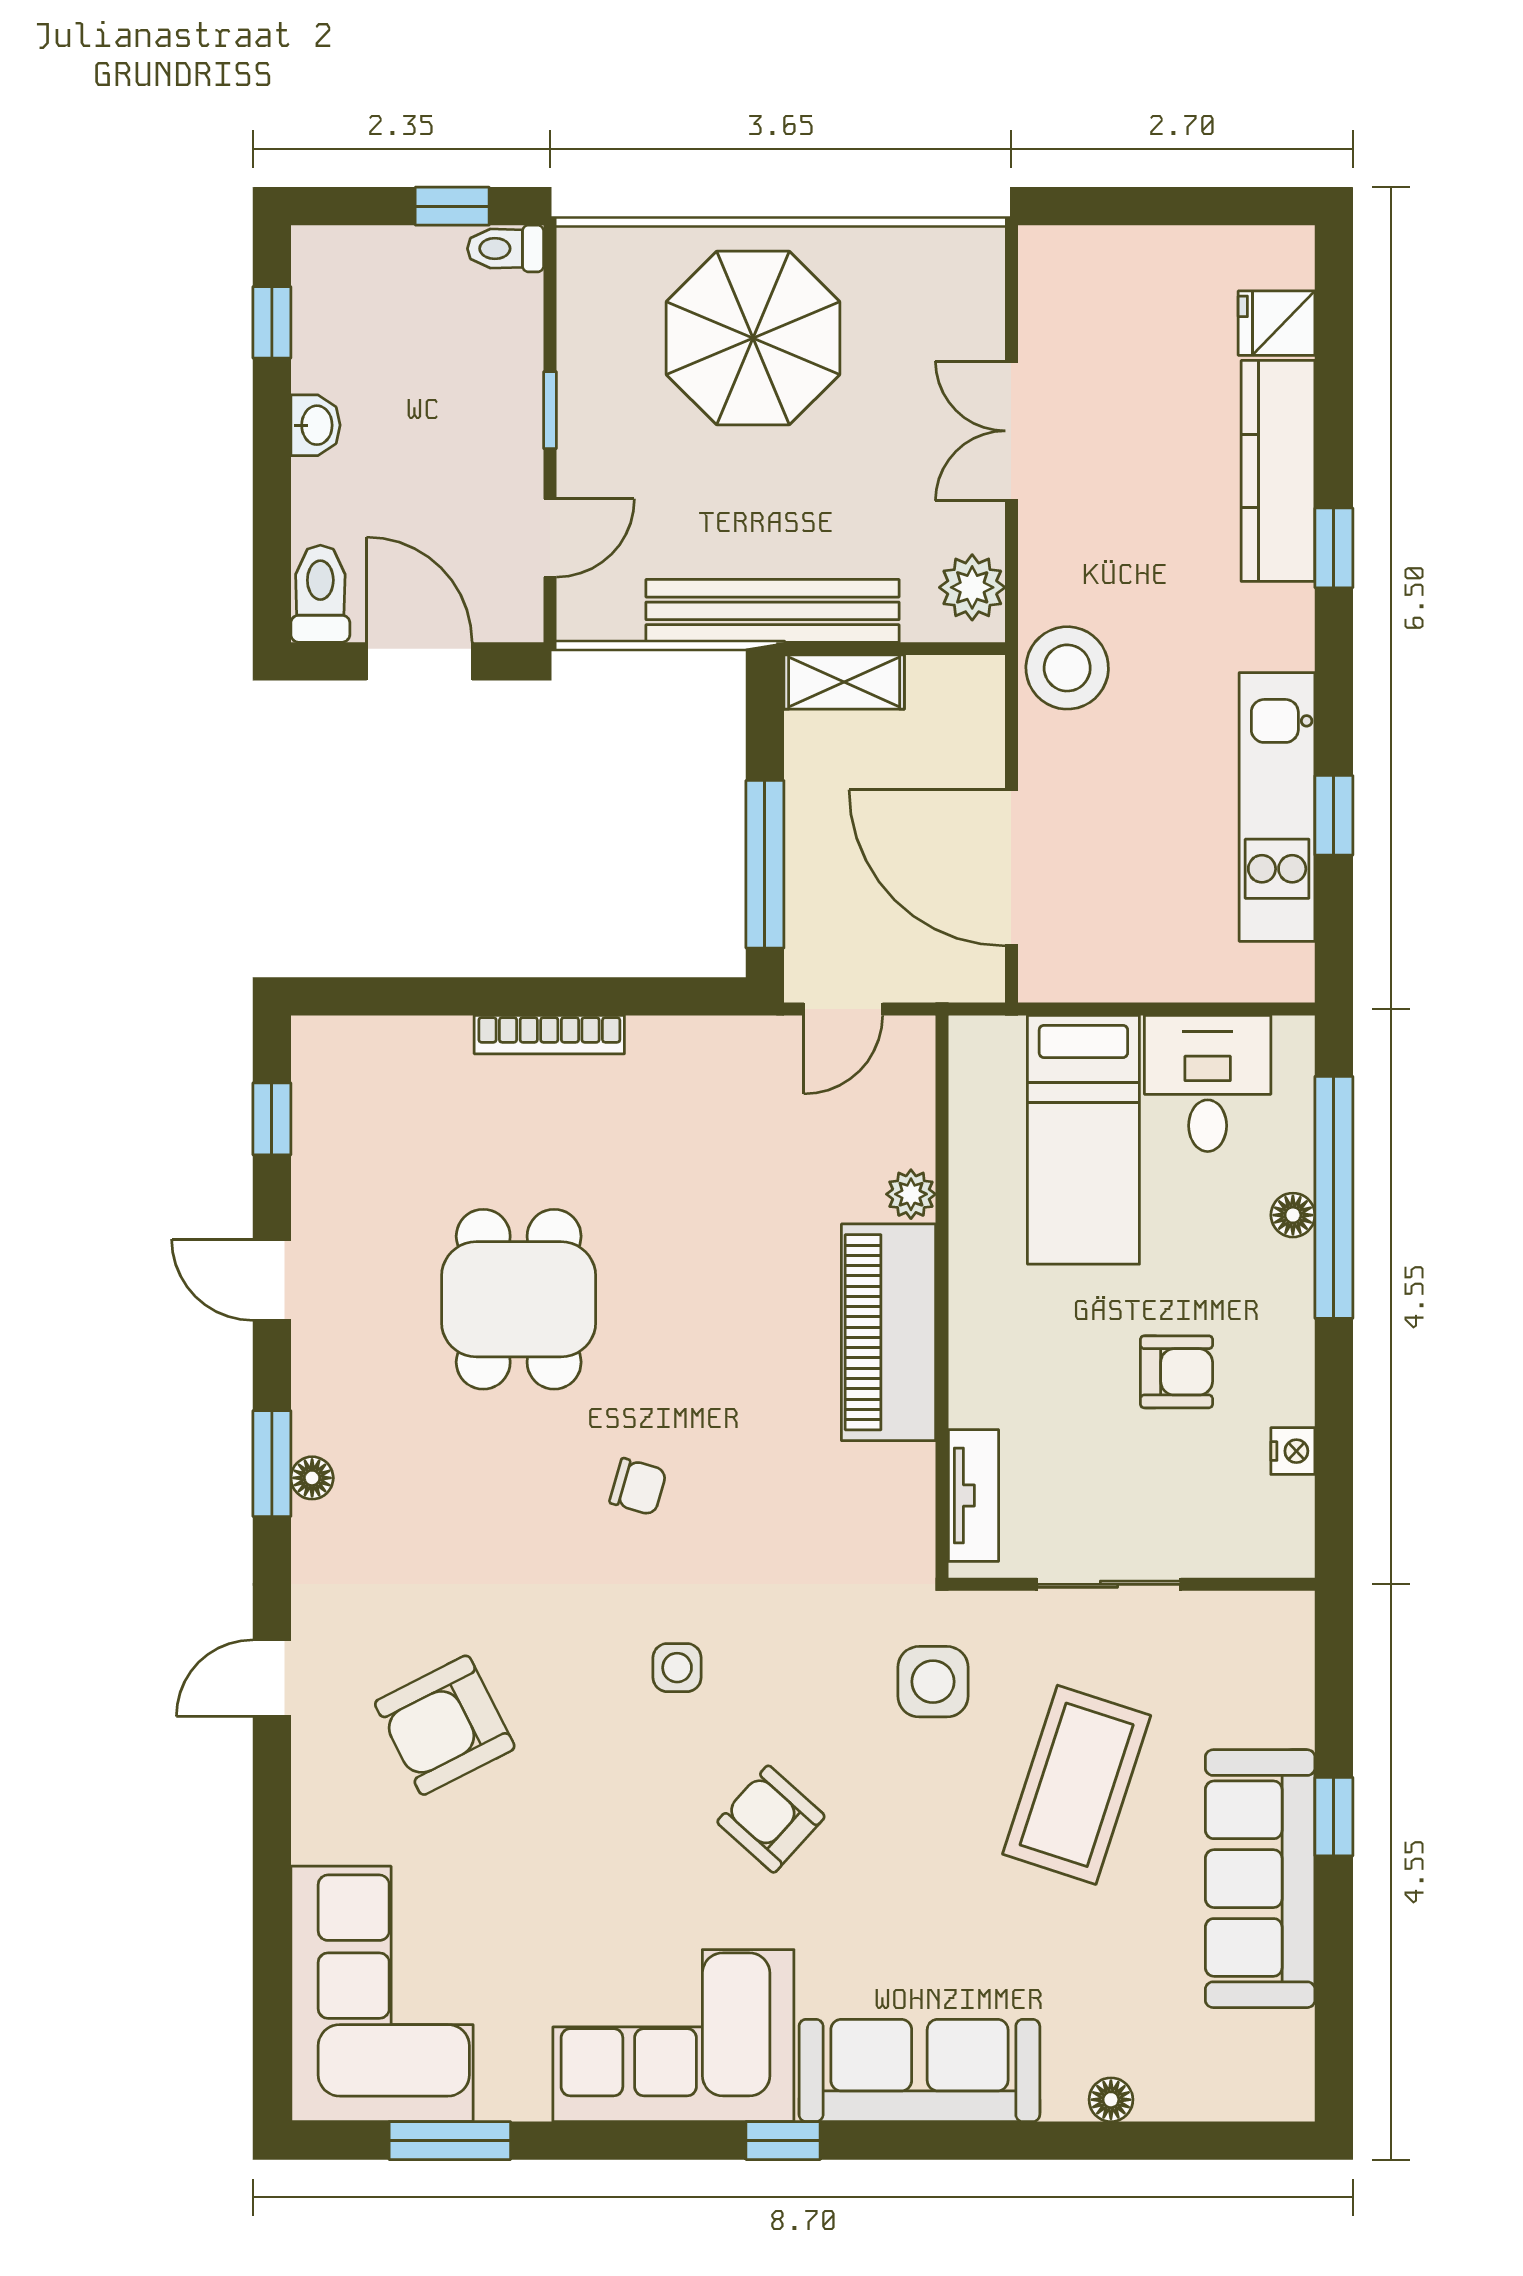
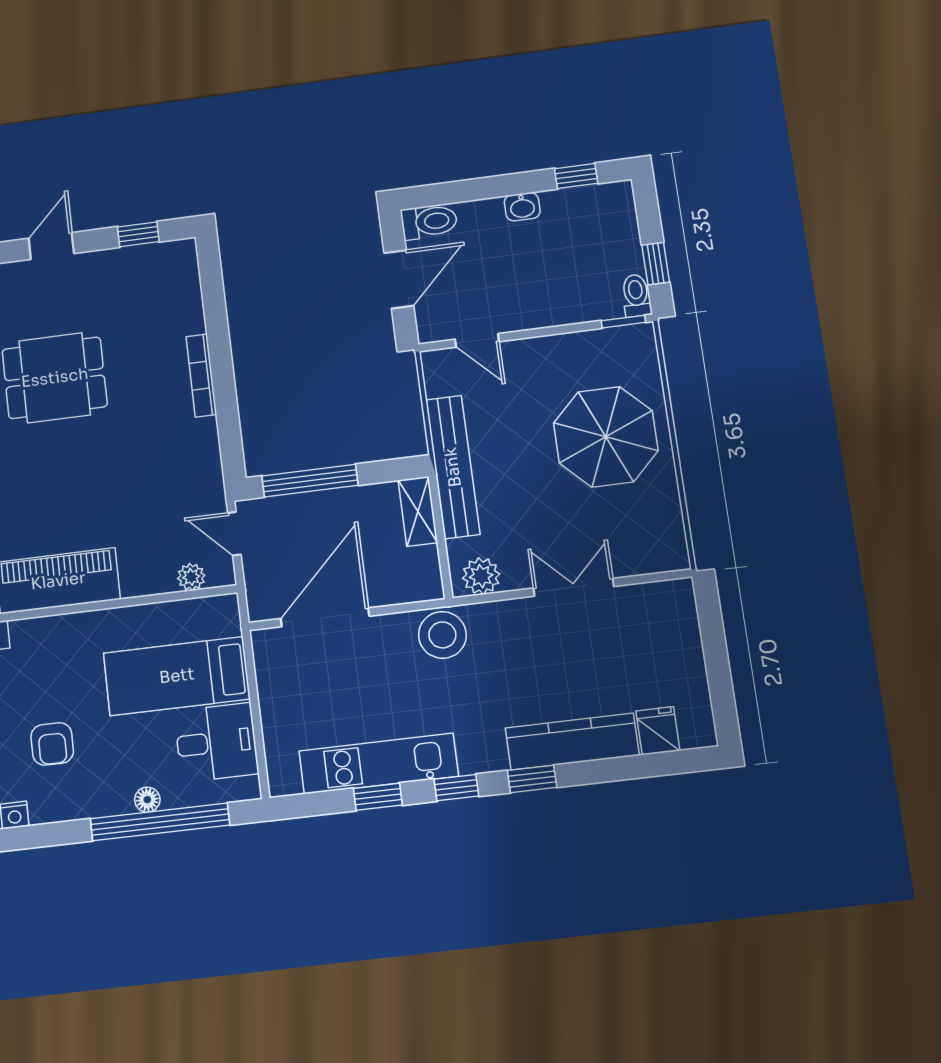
window: (550, 410) -> (623, 322), moved
window: (1334, 679) -> (456, 788), added
plant: (911, 1194) -> (191, 577), moved

